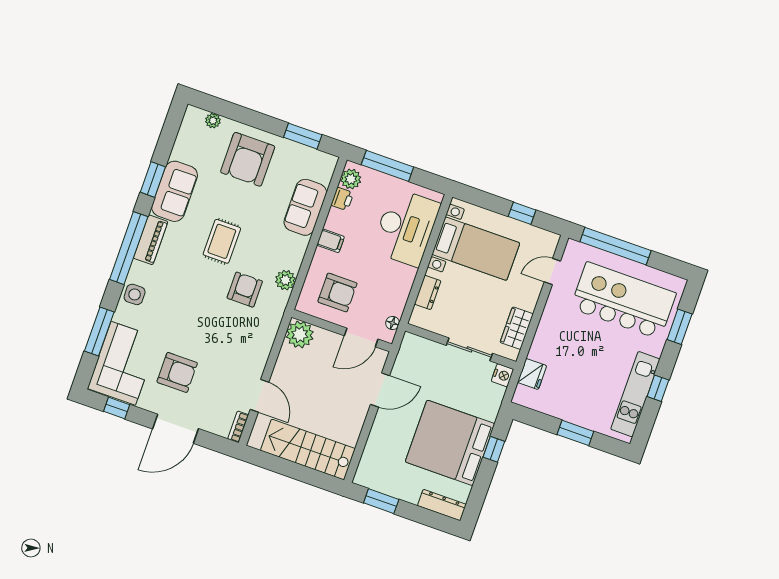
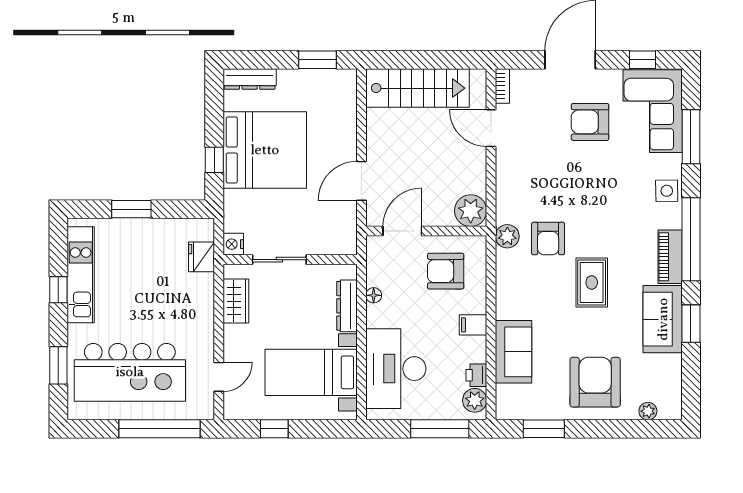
plant: (285, 280) -> (507, 236), moved
dresser: (428, 292) -> (347, 306), width x1.44
floor lamp: (393, 323) -> (374, 295), moved

